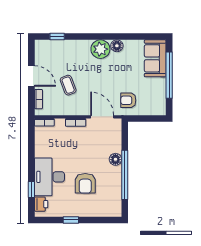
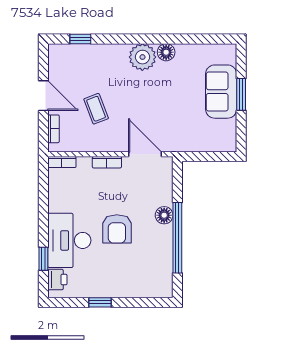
sofa: (155, 58) -> (221, 92), moved
window: (169, 75) -> (241, 94), width x0.47
armchair: (128, 100) -> (183, 131), removed
armchair: (85, 183) -> (117, 229), moved

